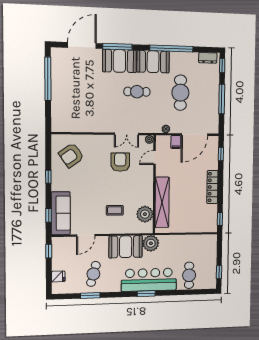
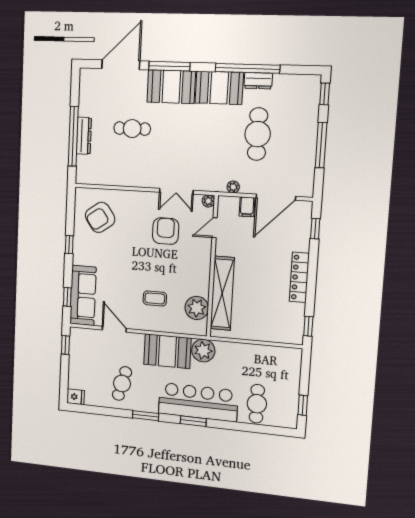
dresser: (208, 58) -> (258, 81), moved
window: (48, 79) -> (73, 136), moved
cafe table: (137, 92) -> (132, 129), moved
dresser: (56, 97) -> (84, 136), added
door: (86, 235) -> (114, 329), swing flipped
fridge: (58, 276) -> (76, 397), moved
window: (90, 295) -> (146, 416), moved

